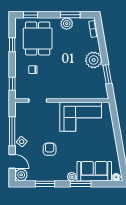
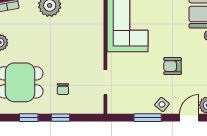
window: (12, 84) -> (60, 118), moved
window: (12, 131) -> (148, 118), width x0.69

